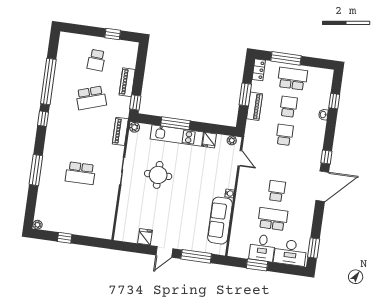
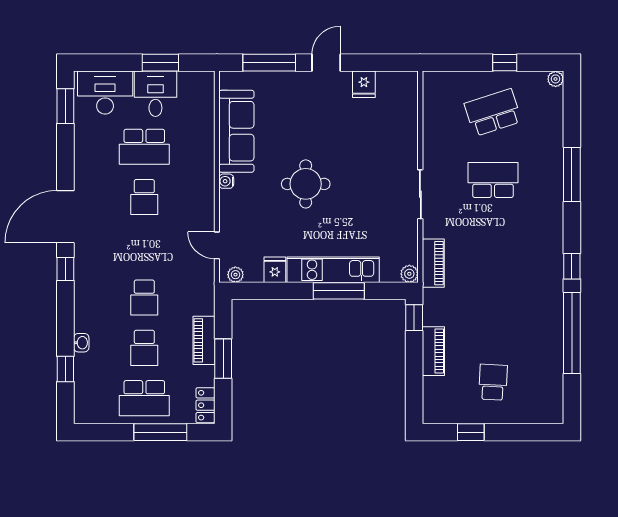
school desk: (91, 98) -> (493, 113), moved
round table: (158, 175) -> (306, 184), moved

